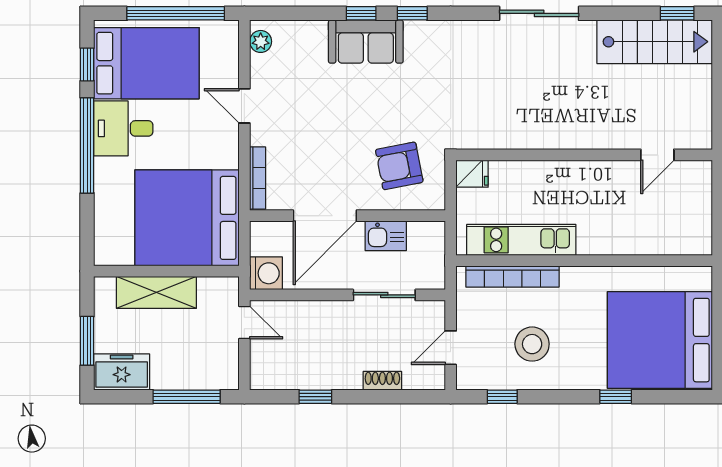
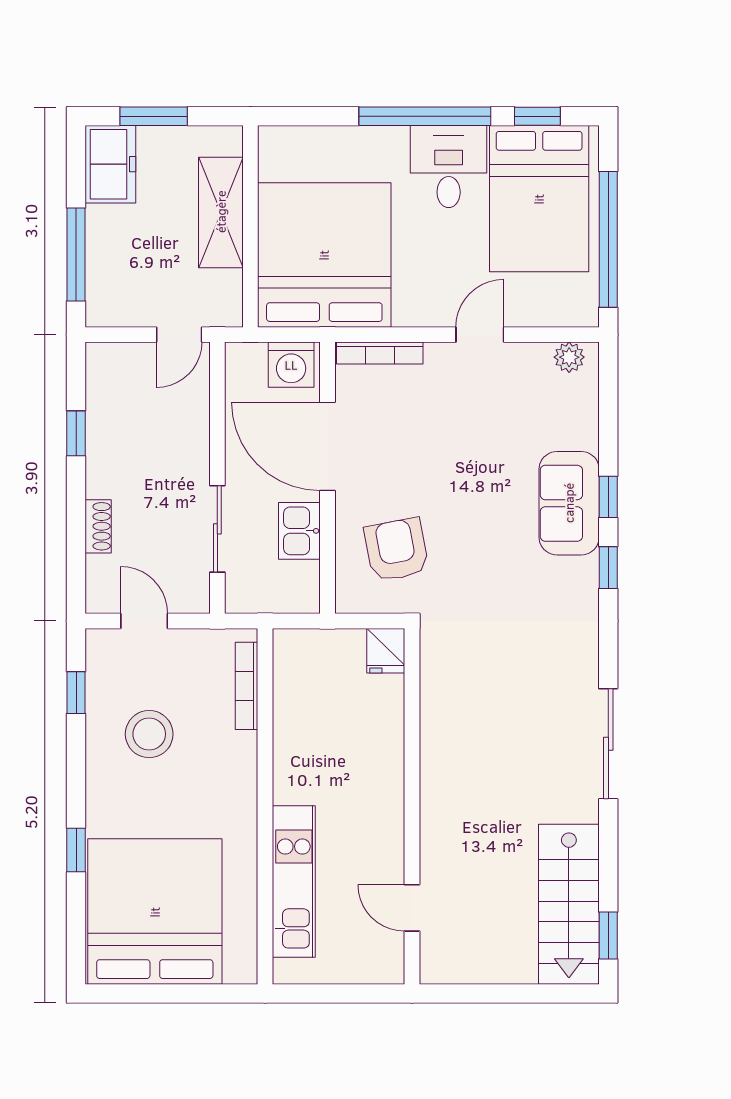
kitchen unit: (521, 240) -> (294, 881), moved
washing machine: (266, 273) -> (291, 365), moved
bookcase: (512, 276) -> (247, 686), width x0.68, depth x0.76

